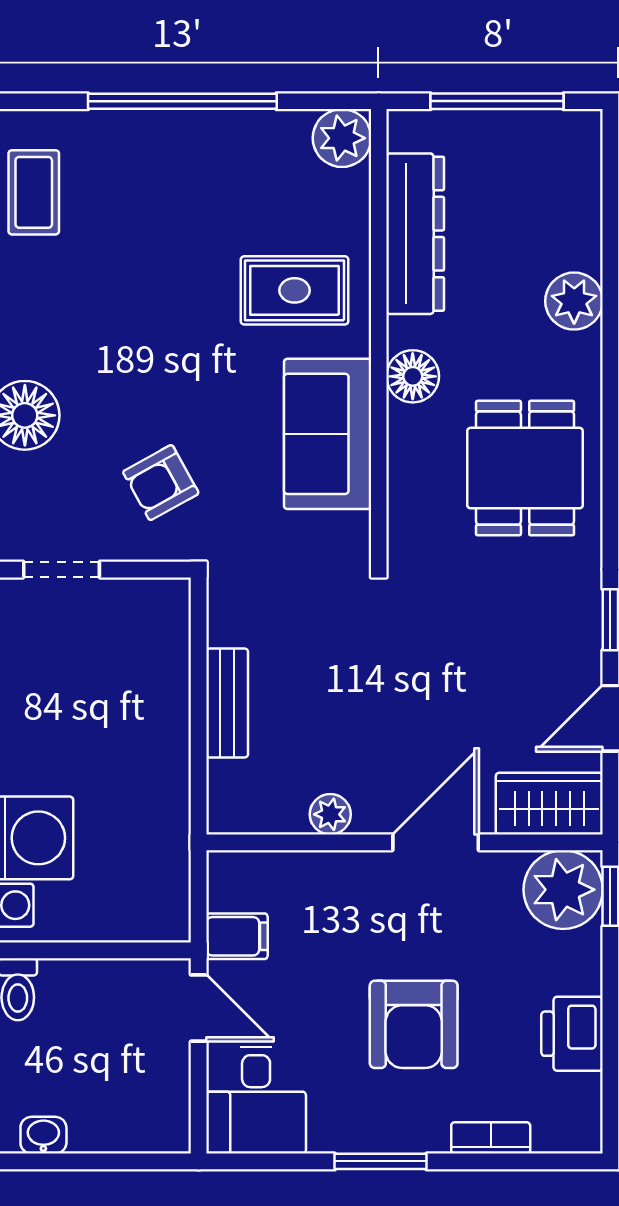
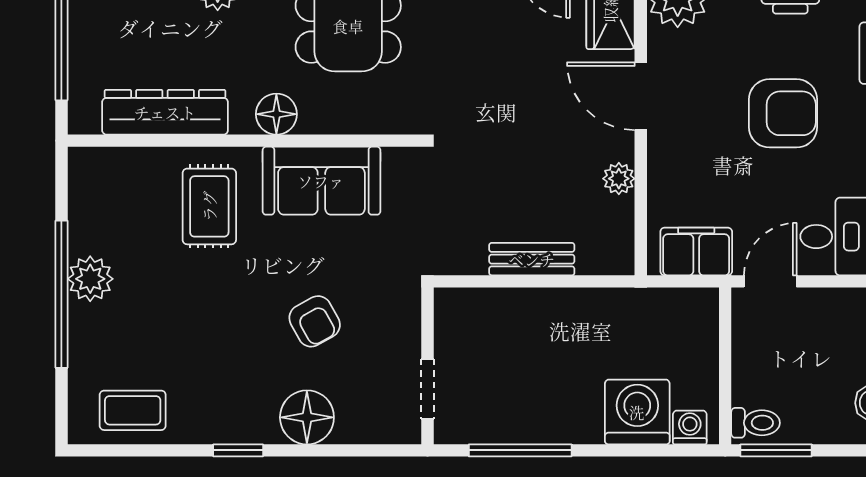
plant: (342, 138) -> (90, 279), moved
armchair: (161, 483) -> (315, 321), moved
filing cabinet: (237, 936) -> (696, 251), width x2.00

